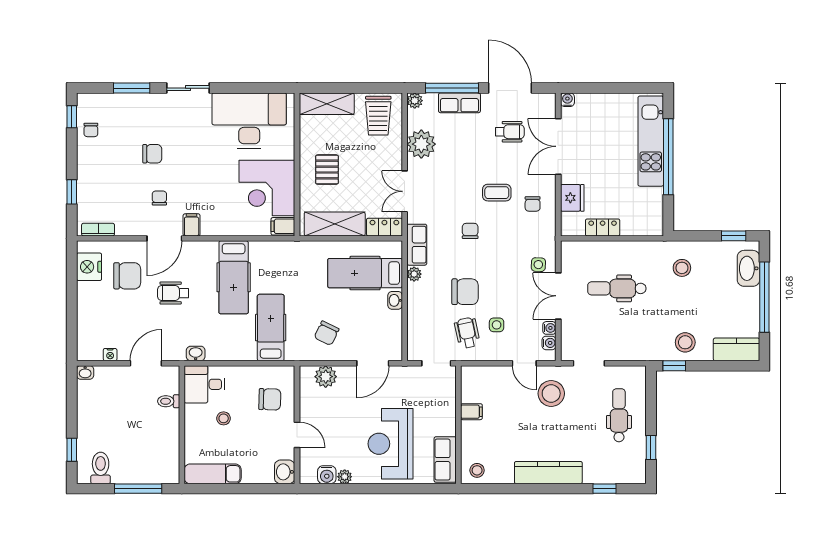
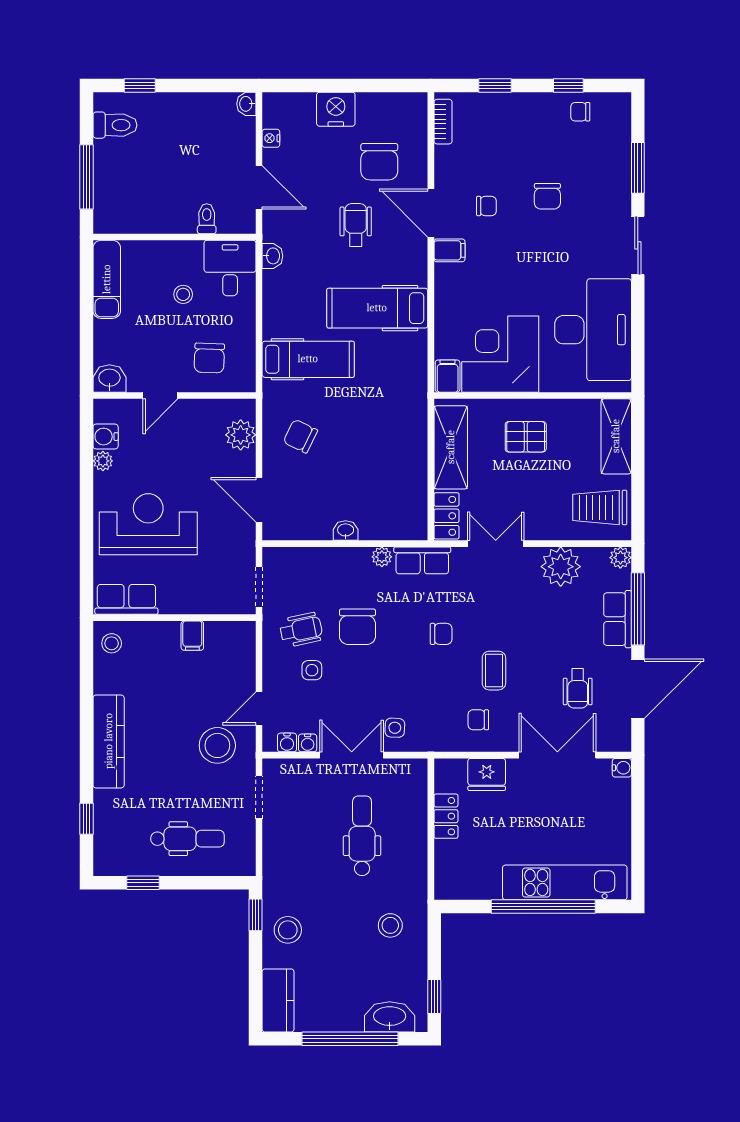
window: (72, 117) -> (568, 85), moved
nightstand: (89, 267) -> (336, 109), moved
hospital bed: (365, 273) -> (383, 489), removed

